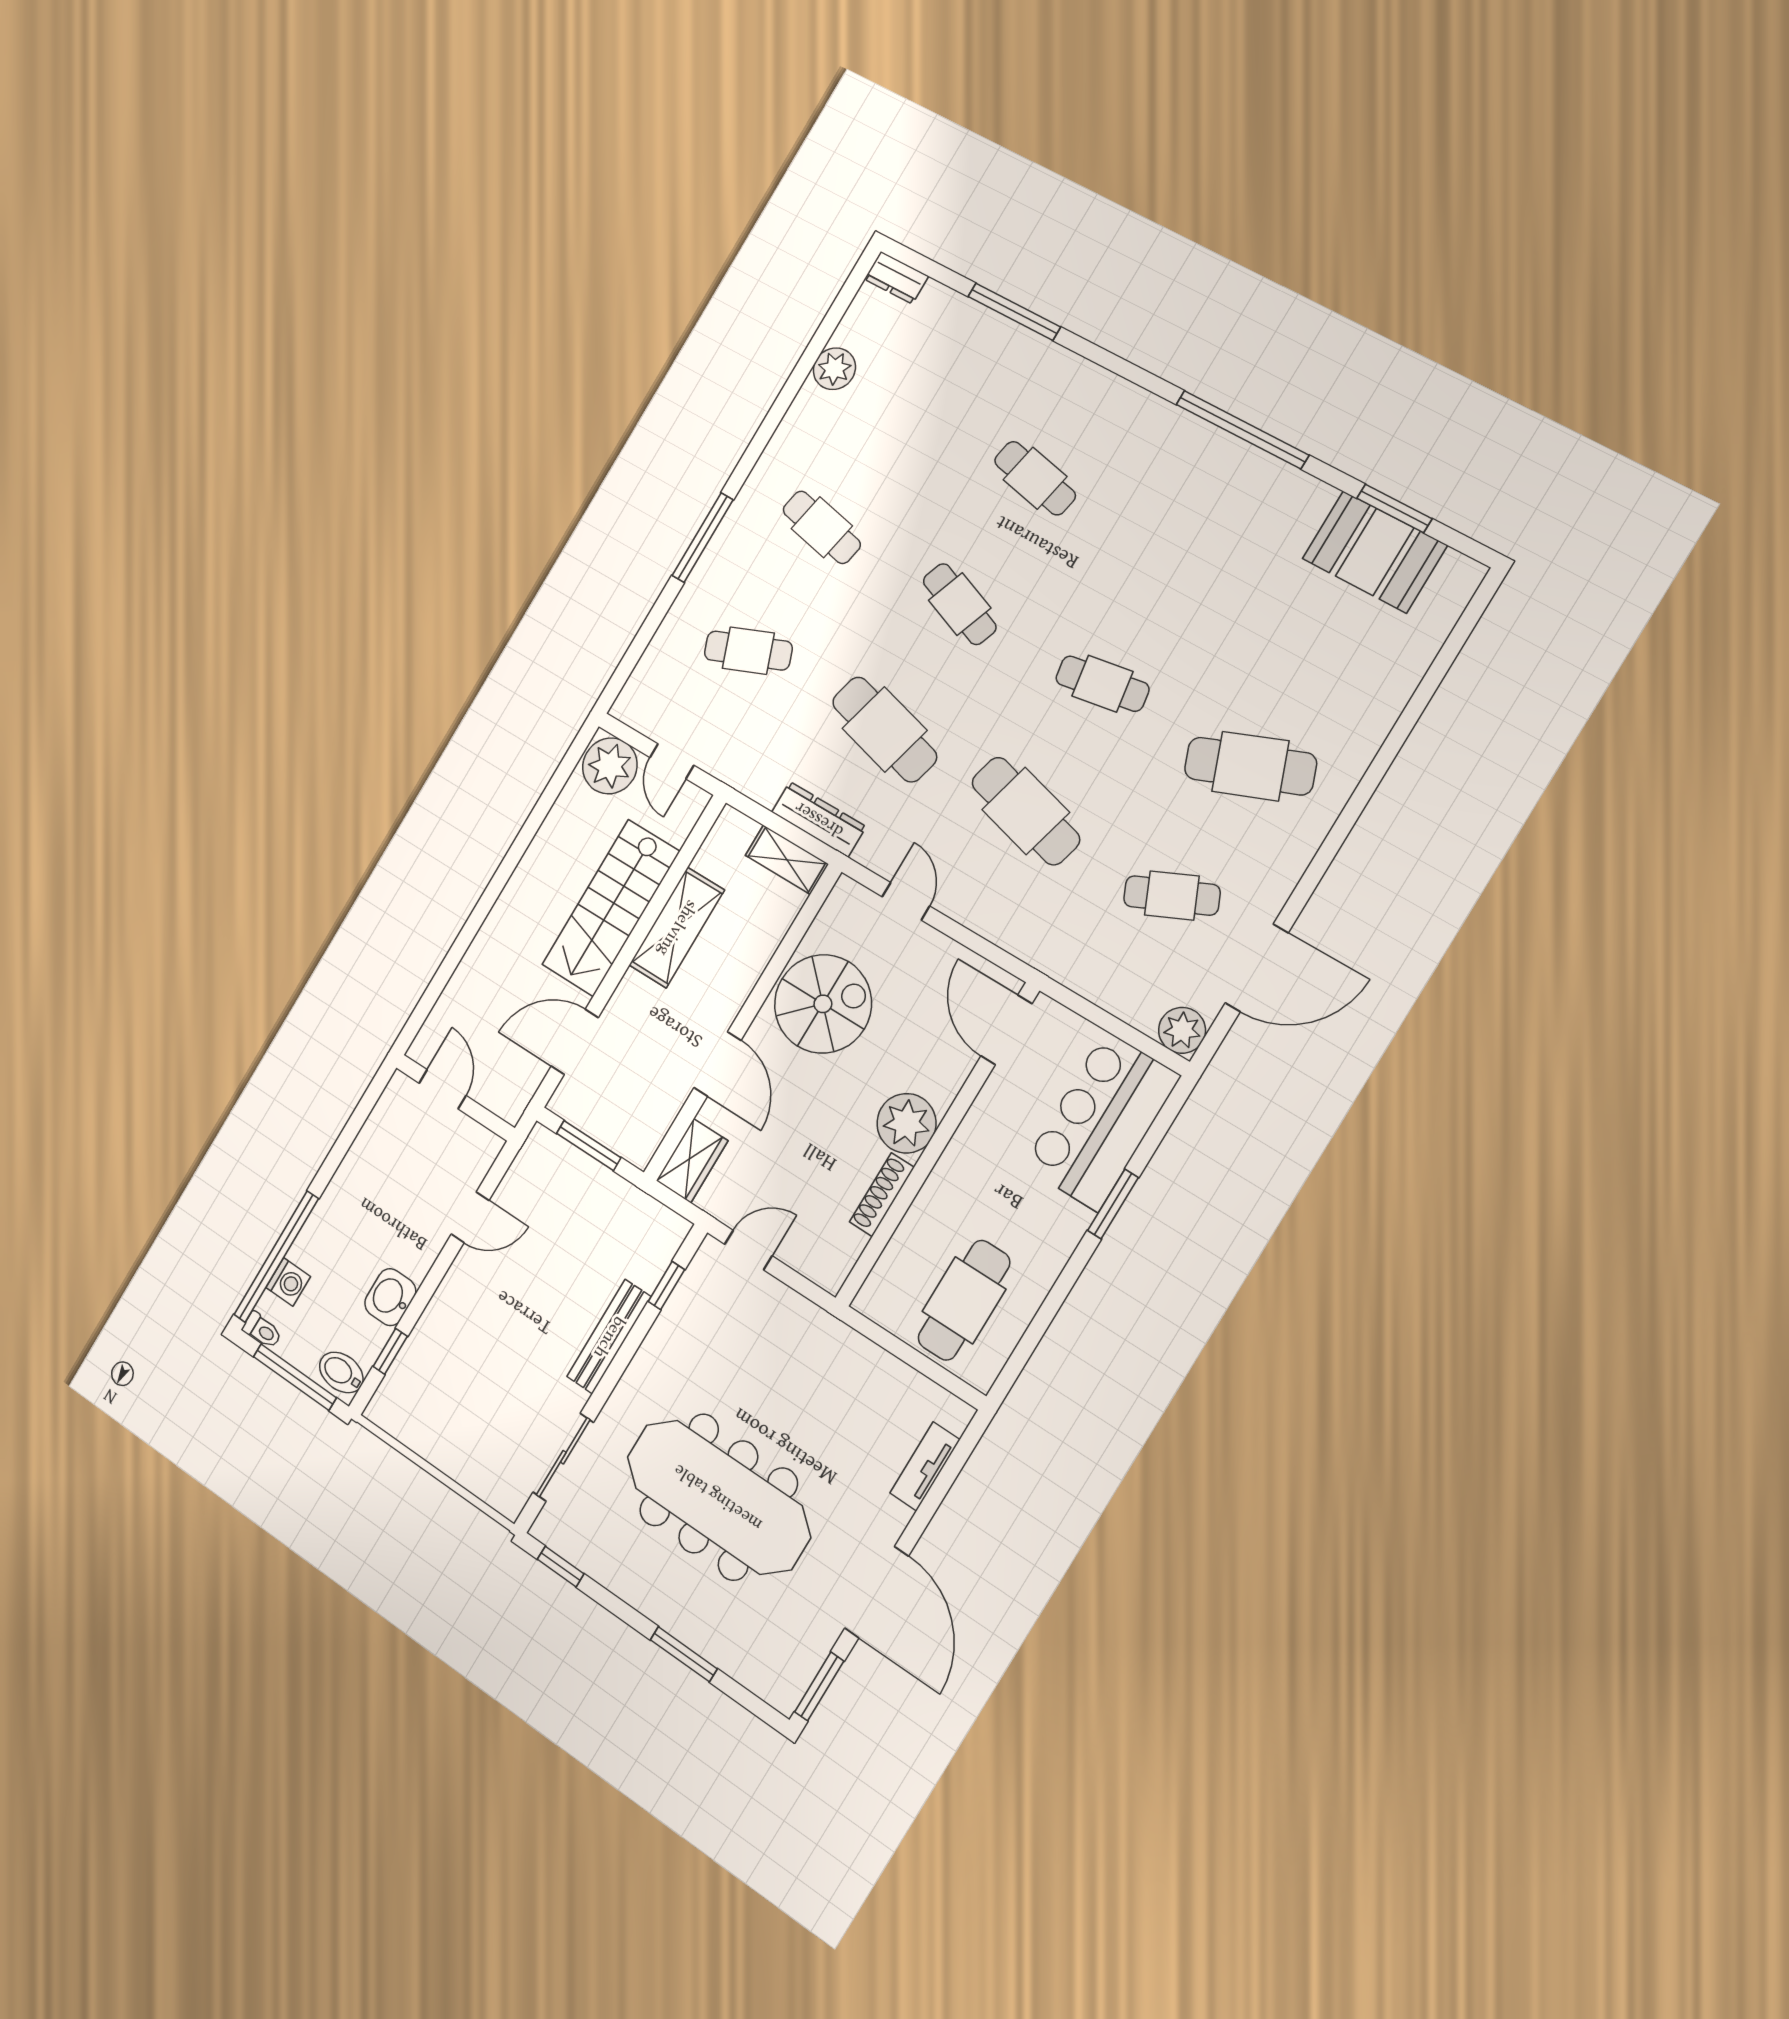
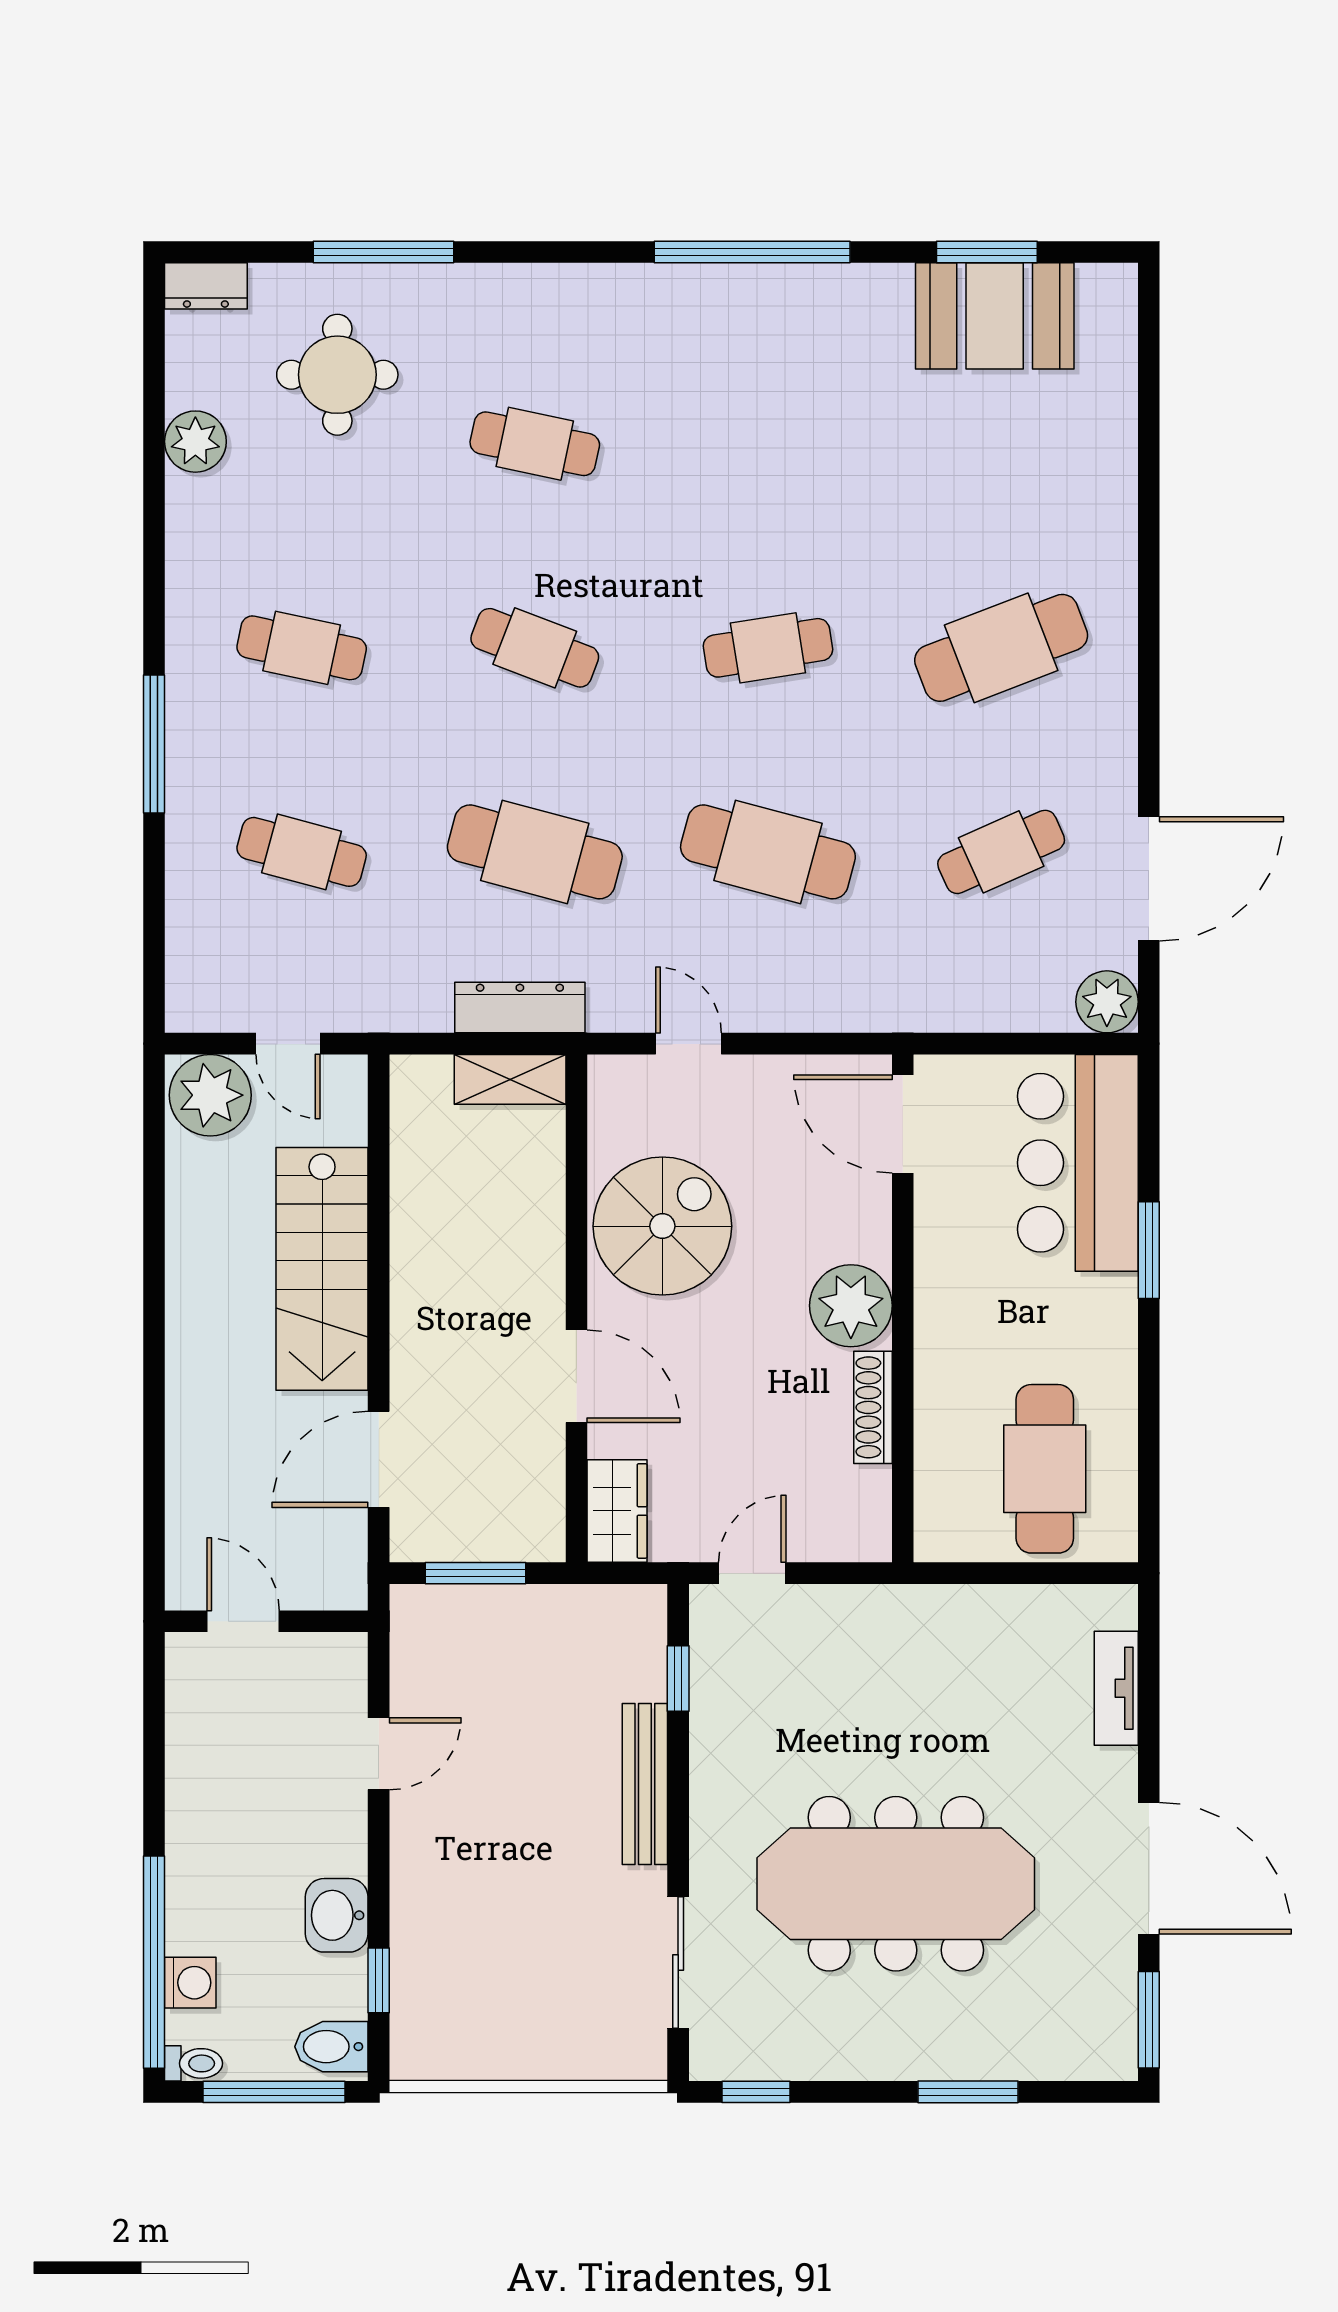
round table: (942, 372) -> (337, 375), added
cafe table: (748, 651) -> (302, 852), turned 36
shelving: (677, 928) -> (422, 1243), removed

